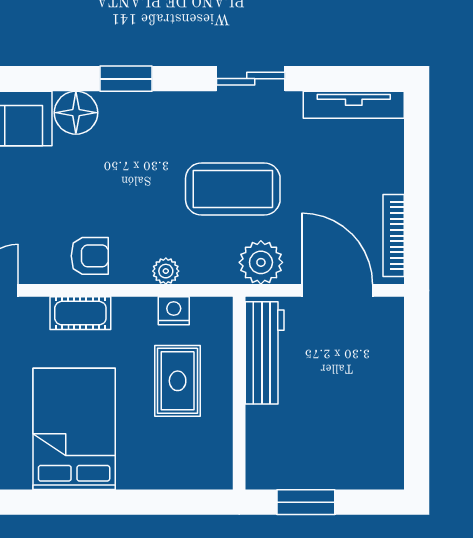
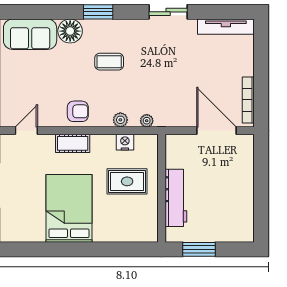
coffee table: (233, 189) -> (109, 62), moved, width x0.54, depth x0.58
plant: (261, 262) -> (147, 121), moved, width x0.53, depth x0.53
workbench: (265, 353) -> (176, 198), moved
rug: (178, 381) -> (127, 181), turned 90

